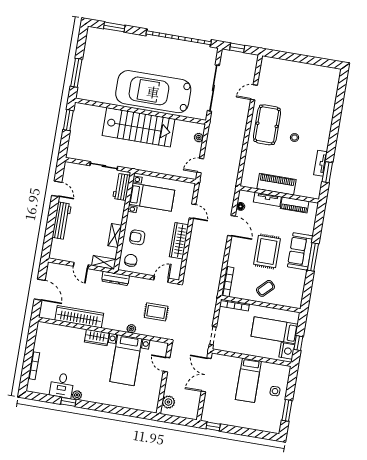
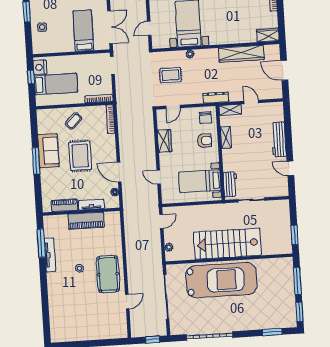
garage door: (179, 38) -> (210, 336), width x0.73
window: (82, 41) -> (299, 312), added
tv unit: (320, 163) -> (50, 255), width x1.41
window: (327, 172) -> (41, 243), width x1.44
wardrobe: (179, 241) -> (164, 141), width x0.67
sofa: (300, 251) -> (48, 151), moved
wardrobe: (97, 338) -> (268, 35), moved
door: (167, 365) -> (149, 28), swing flipped
bed: (248, 380) -> (83, 31), moved

